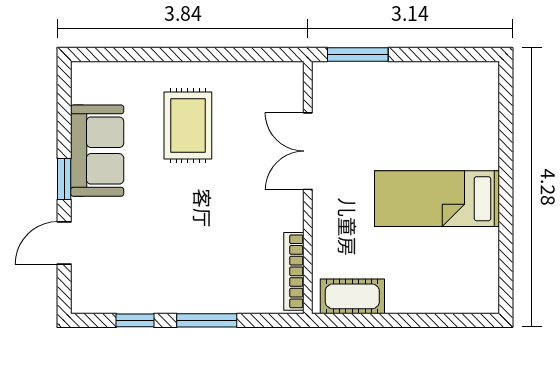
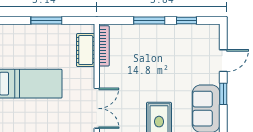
cot: (352, 296) -> (86, 50), moved, turned 90
window: (405, 320) -> (46, 20), added

